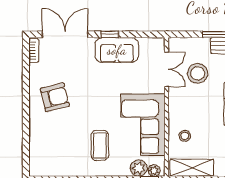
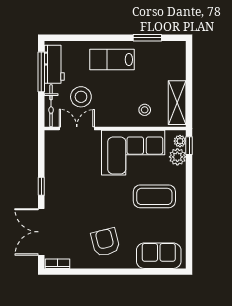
bicycle: (189, 44) -> (51, 106), added
sofa: (117, 50) -> (159, 256), moved, turned -90
coffee table: (100, 145) -> (154, 196), width x1.36, depth x1.32

